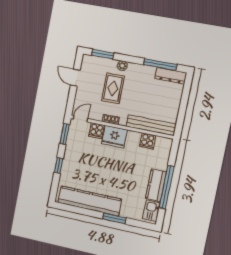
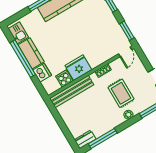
dresser: (171, 76) -> (85, 139), width x0.70
cooker: (97, 131) -> (106, 54), removed
fridge: (114, 137) -> (78, 68), moved
dishwasher: (161, 162) -> (42, 73), added

